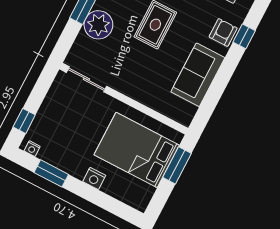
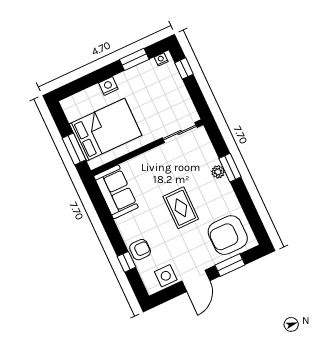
plant: (98, 25) -> (218, 172), width x0.53, depth x0.53
armchair: (223, 32) -> (140, 250), turned -90
sofa: (198, 75) -> (116, 192), moved

